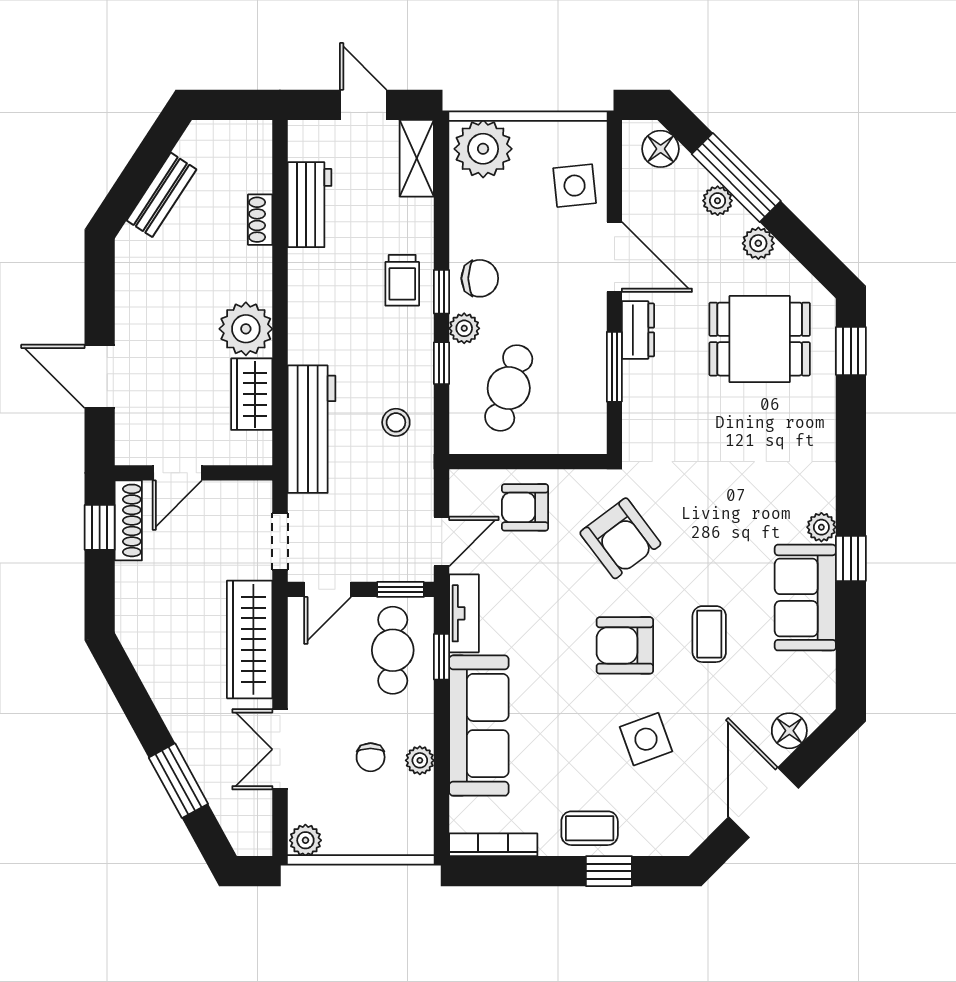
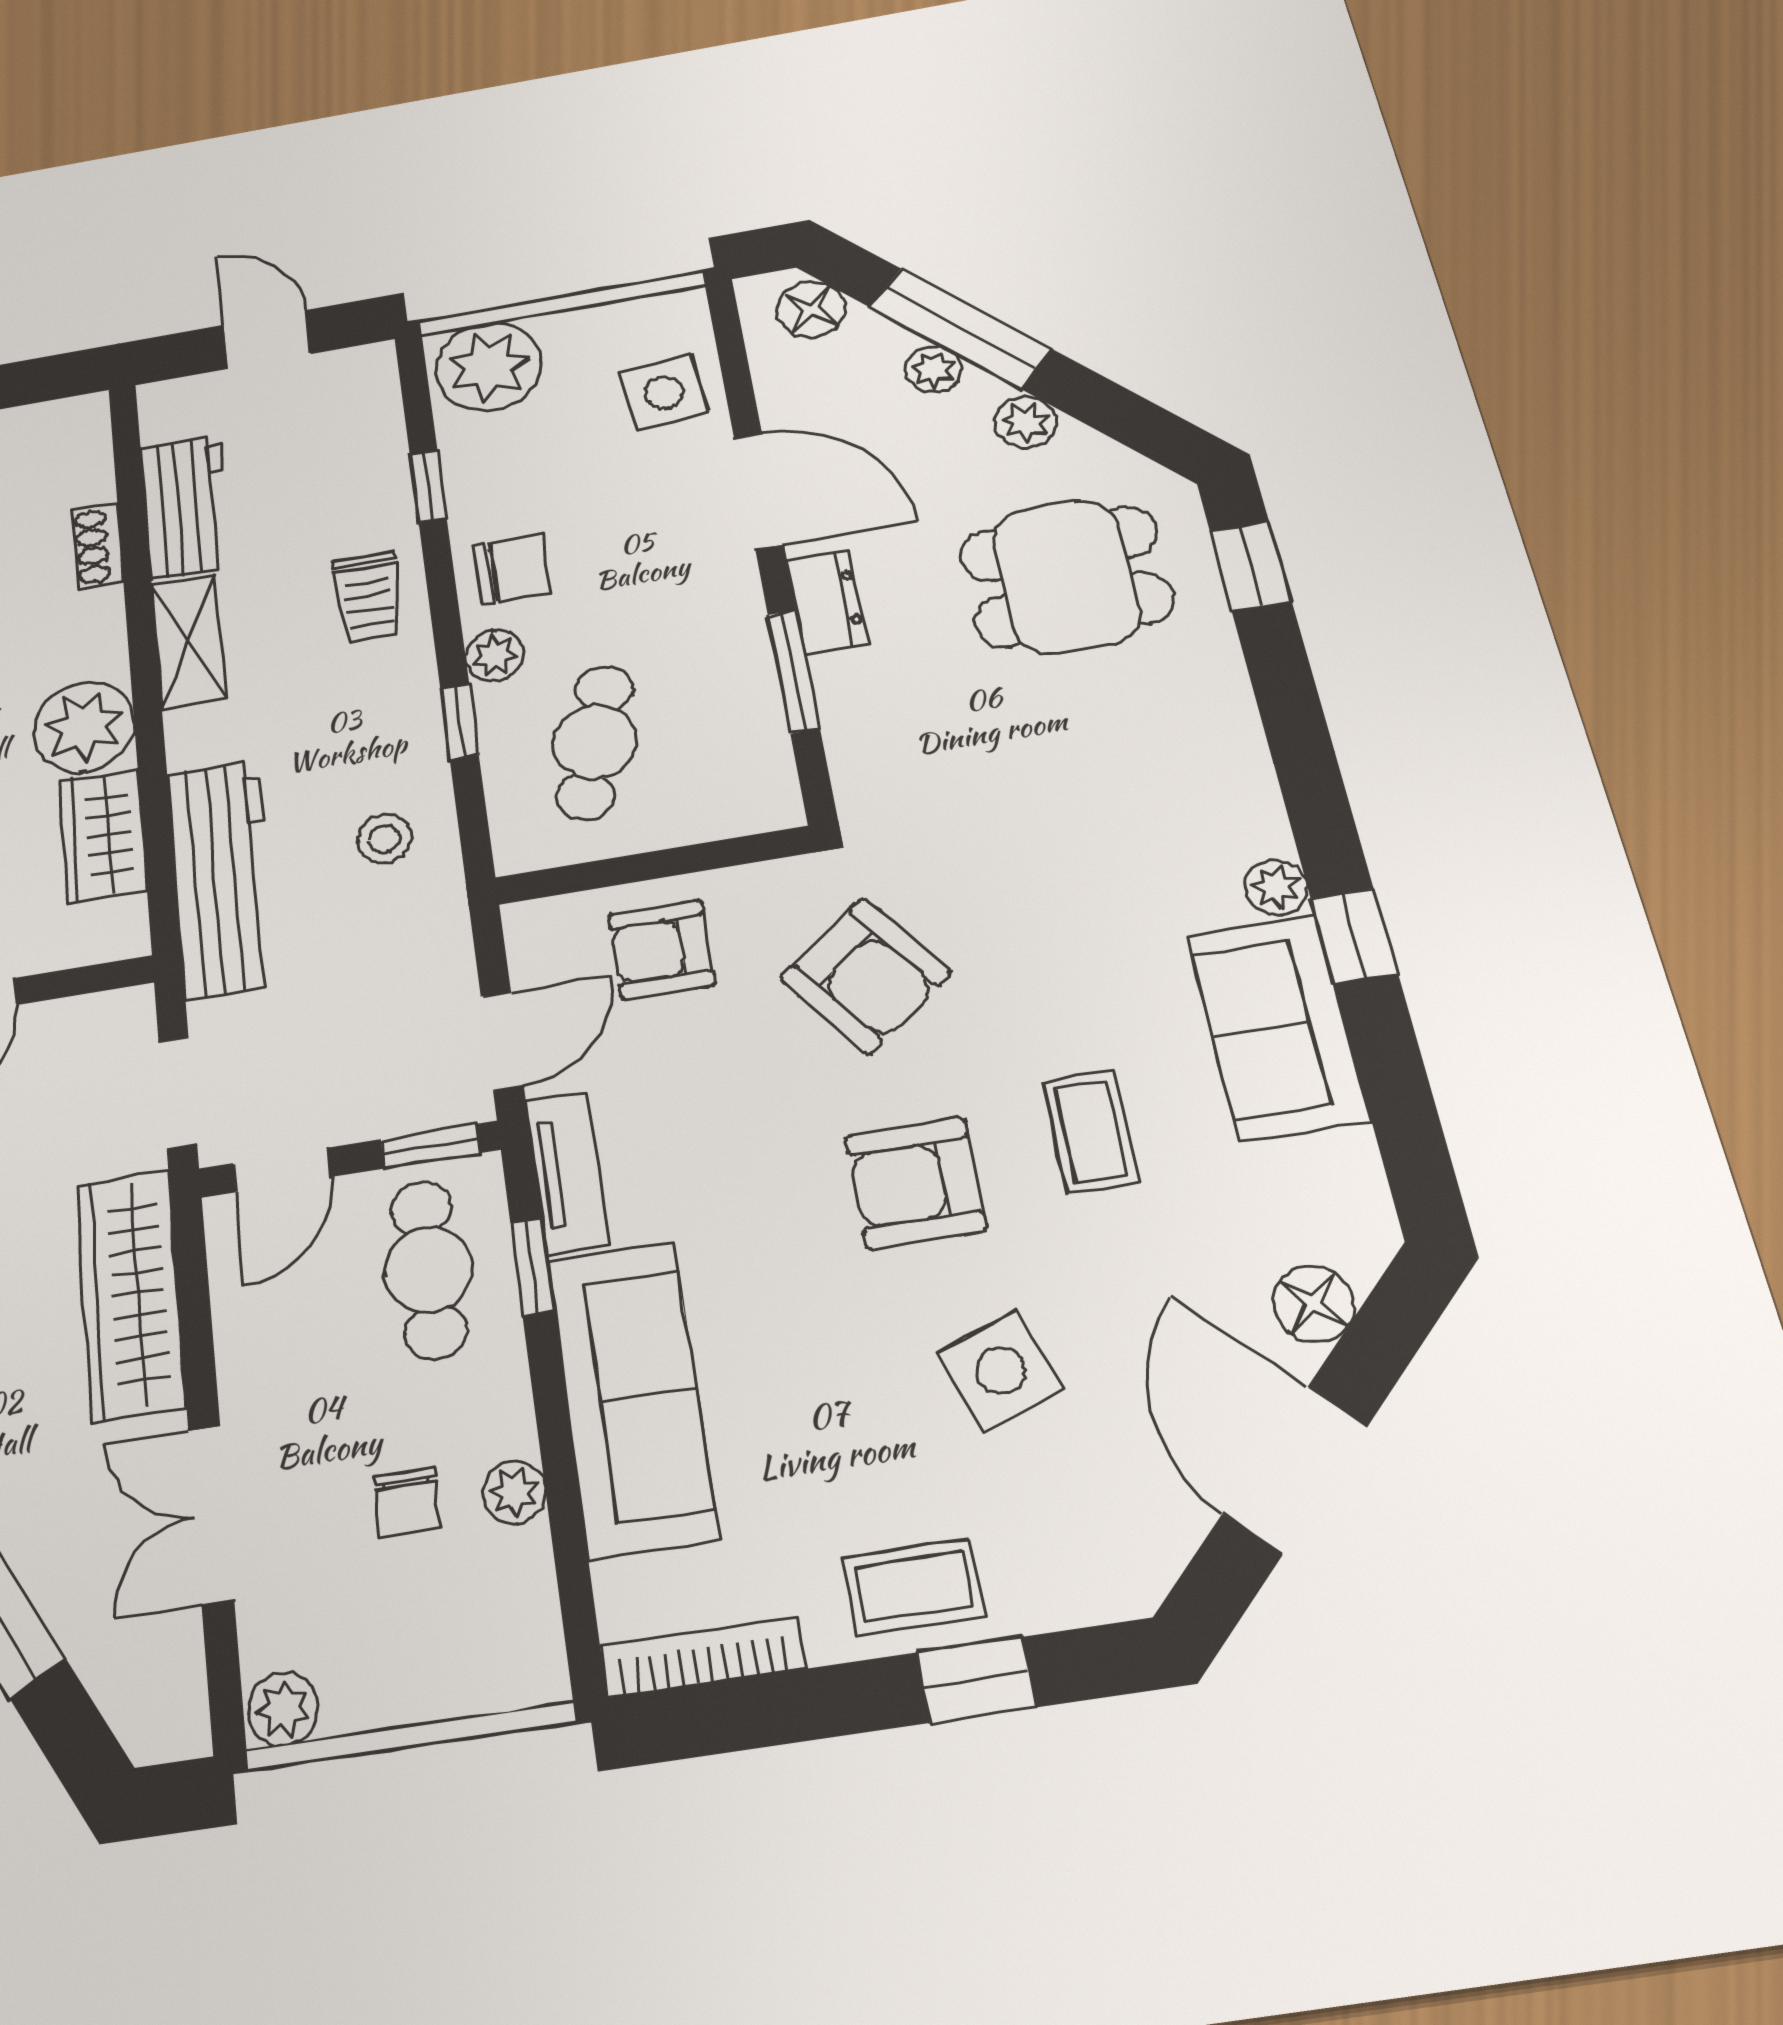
shelving: (417, 158) -> (189, 641), moved
window: (442, 292) -> (428, 487), moved

